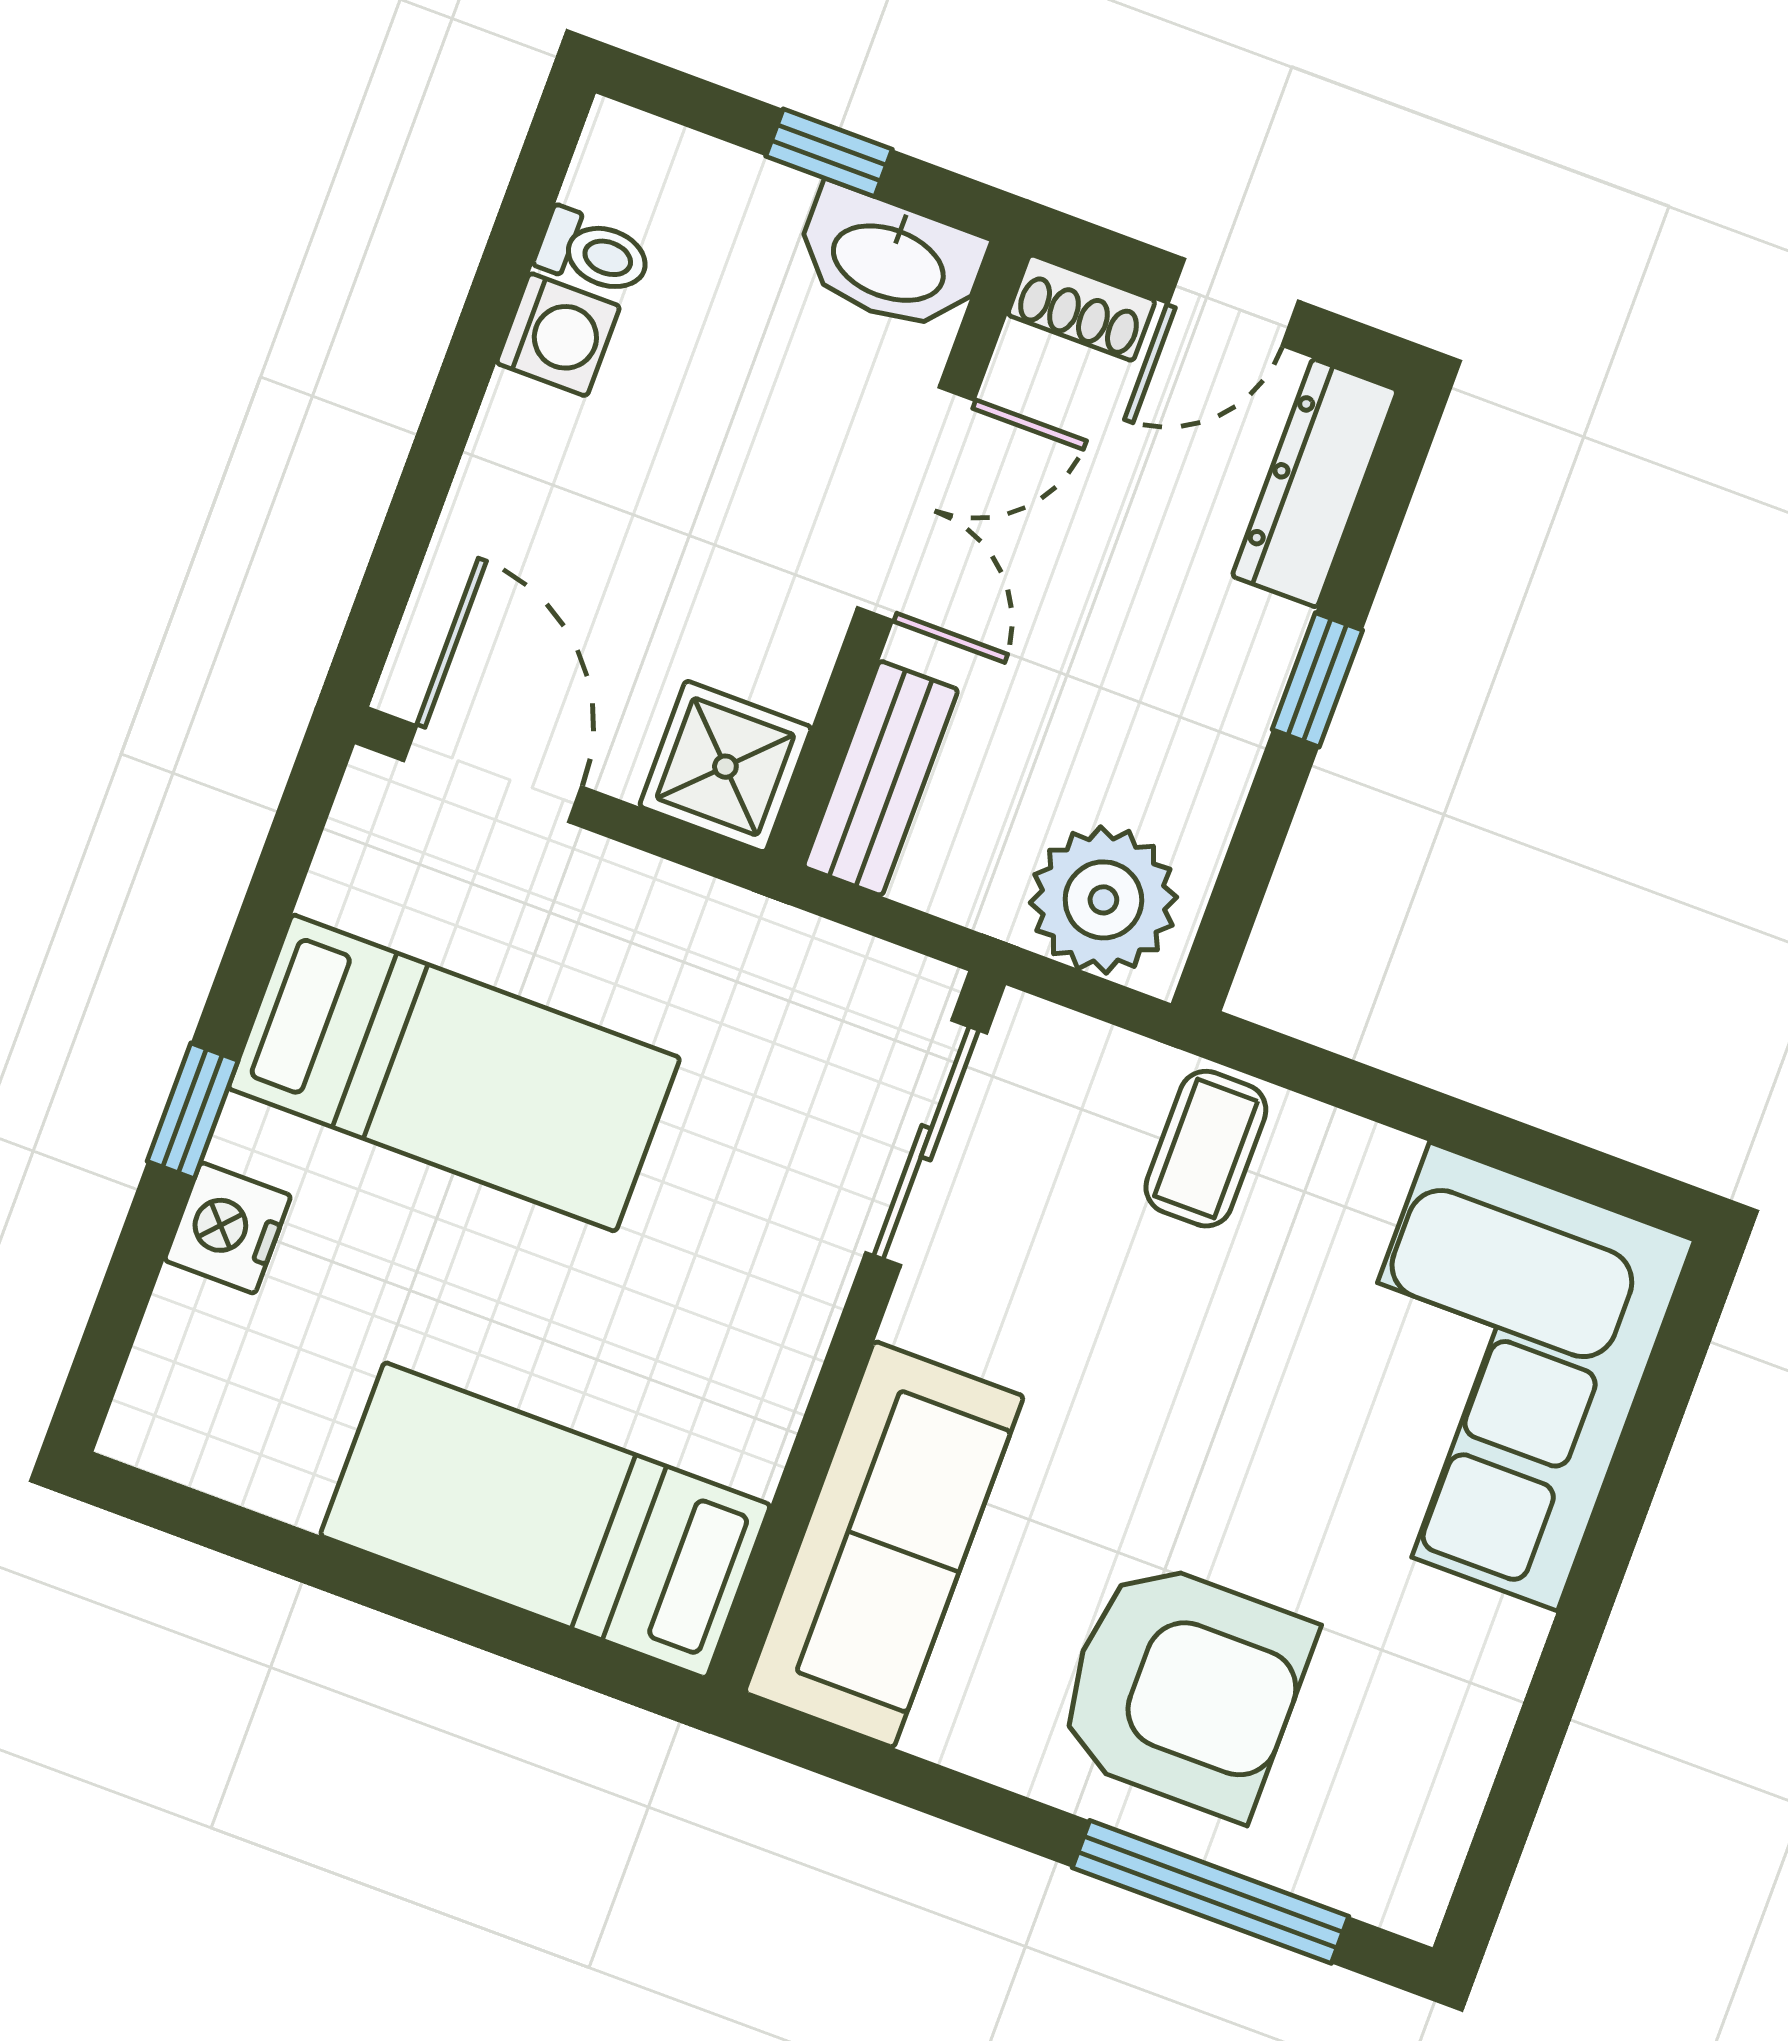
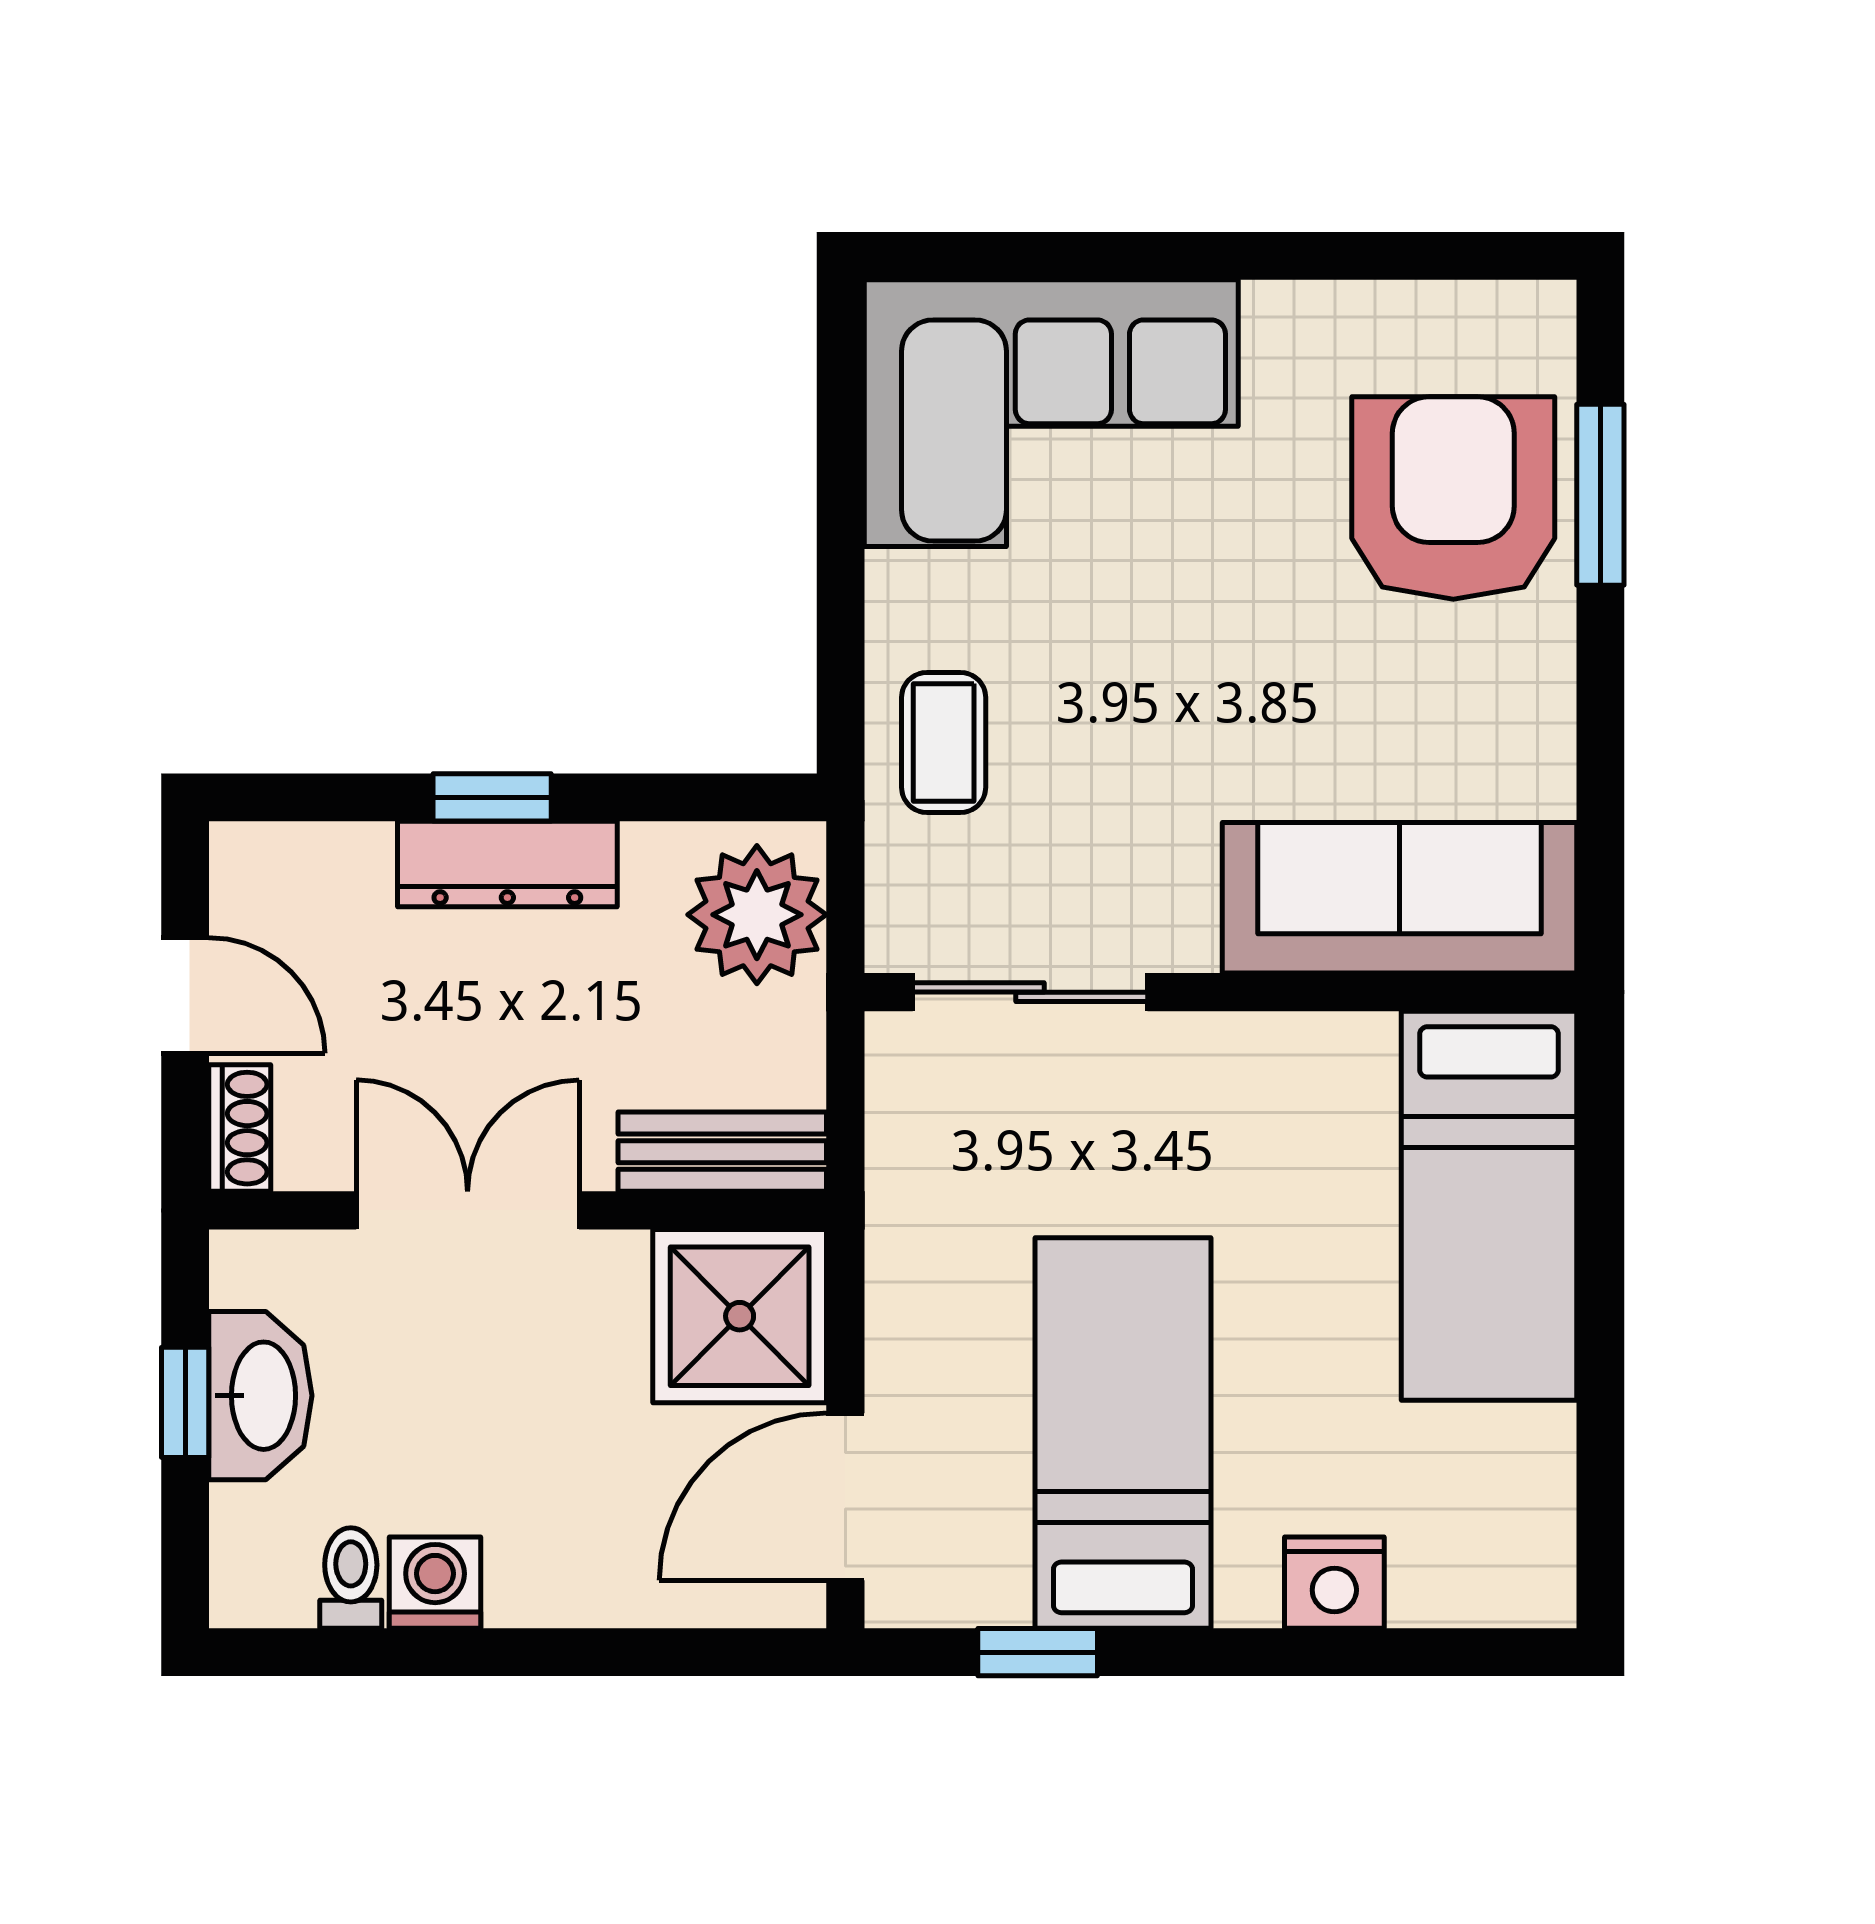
washbasin: (889, 260) -> (260, 1396), moved
dresser: (1315, 483) -> (507, 864), moved
shower: (725, 767) -> (740, 1316), width x1.36, depth x1.36
window: (193, 1111) -> (1038, 1652), moved
coffee table: (1206, 1149) -> (944, 742), turned 90
armchair: (1184, 1688) -> (1453, 498), moved
window: (1211, 1892) -> (1600, 495), width x0.69

